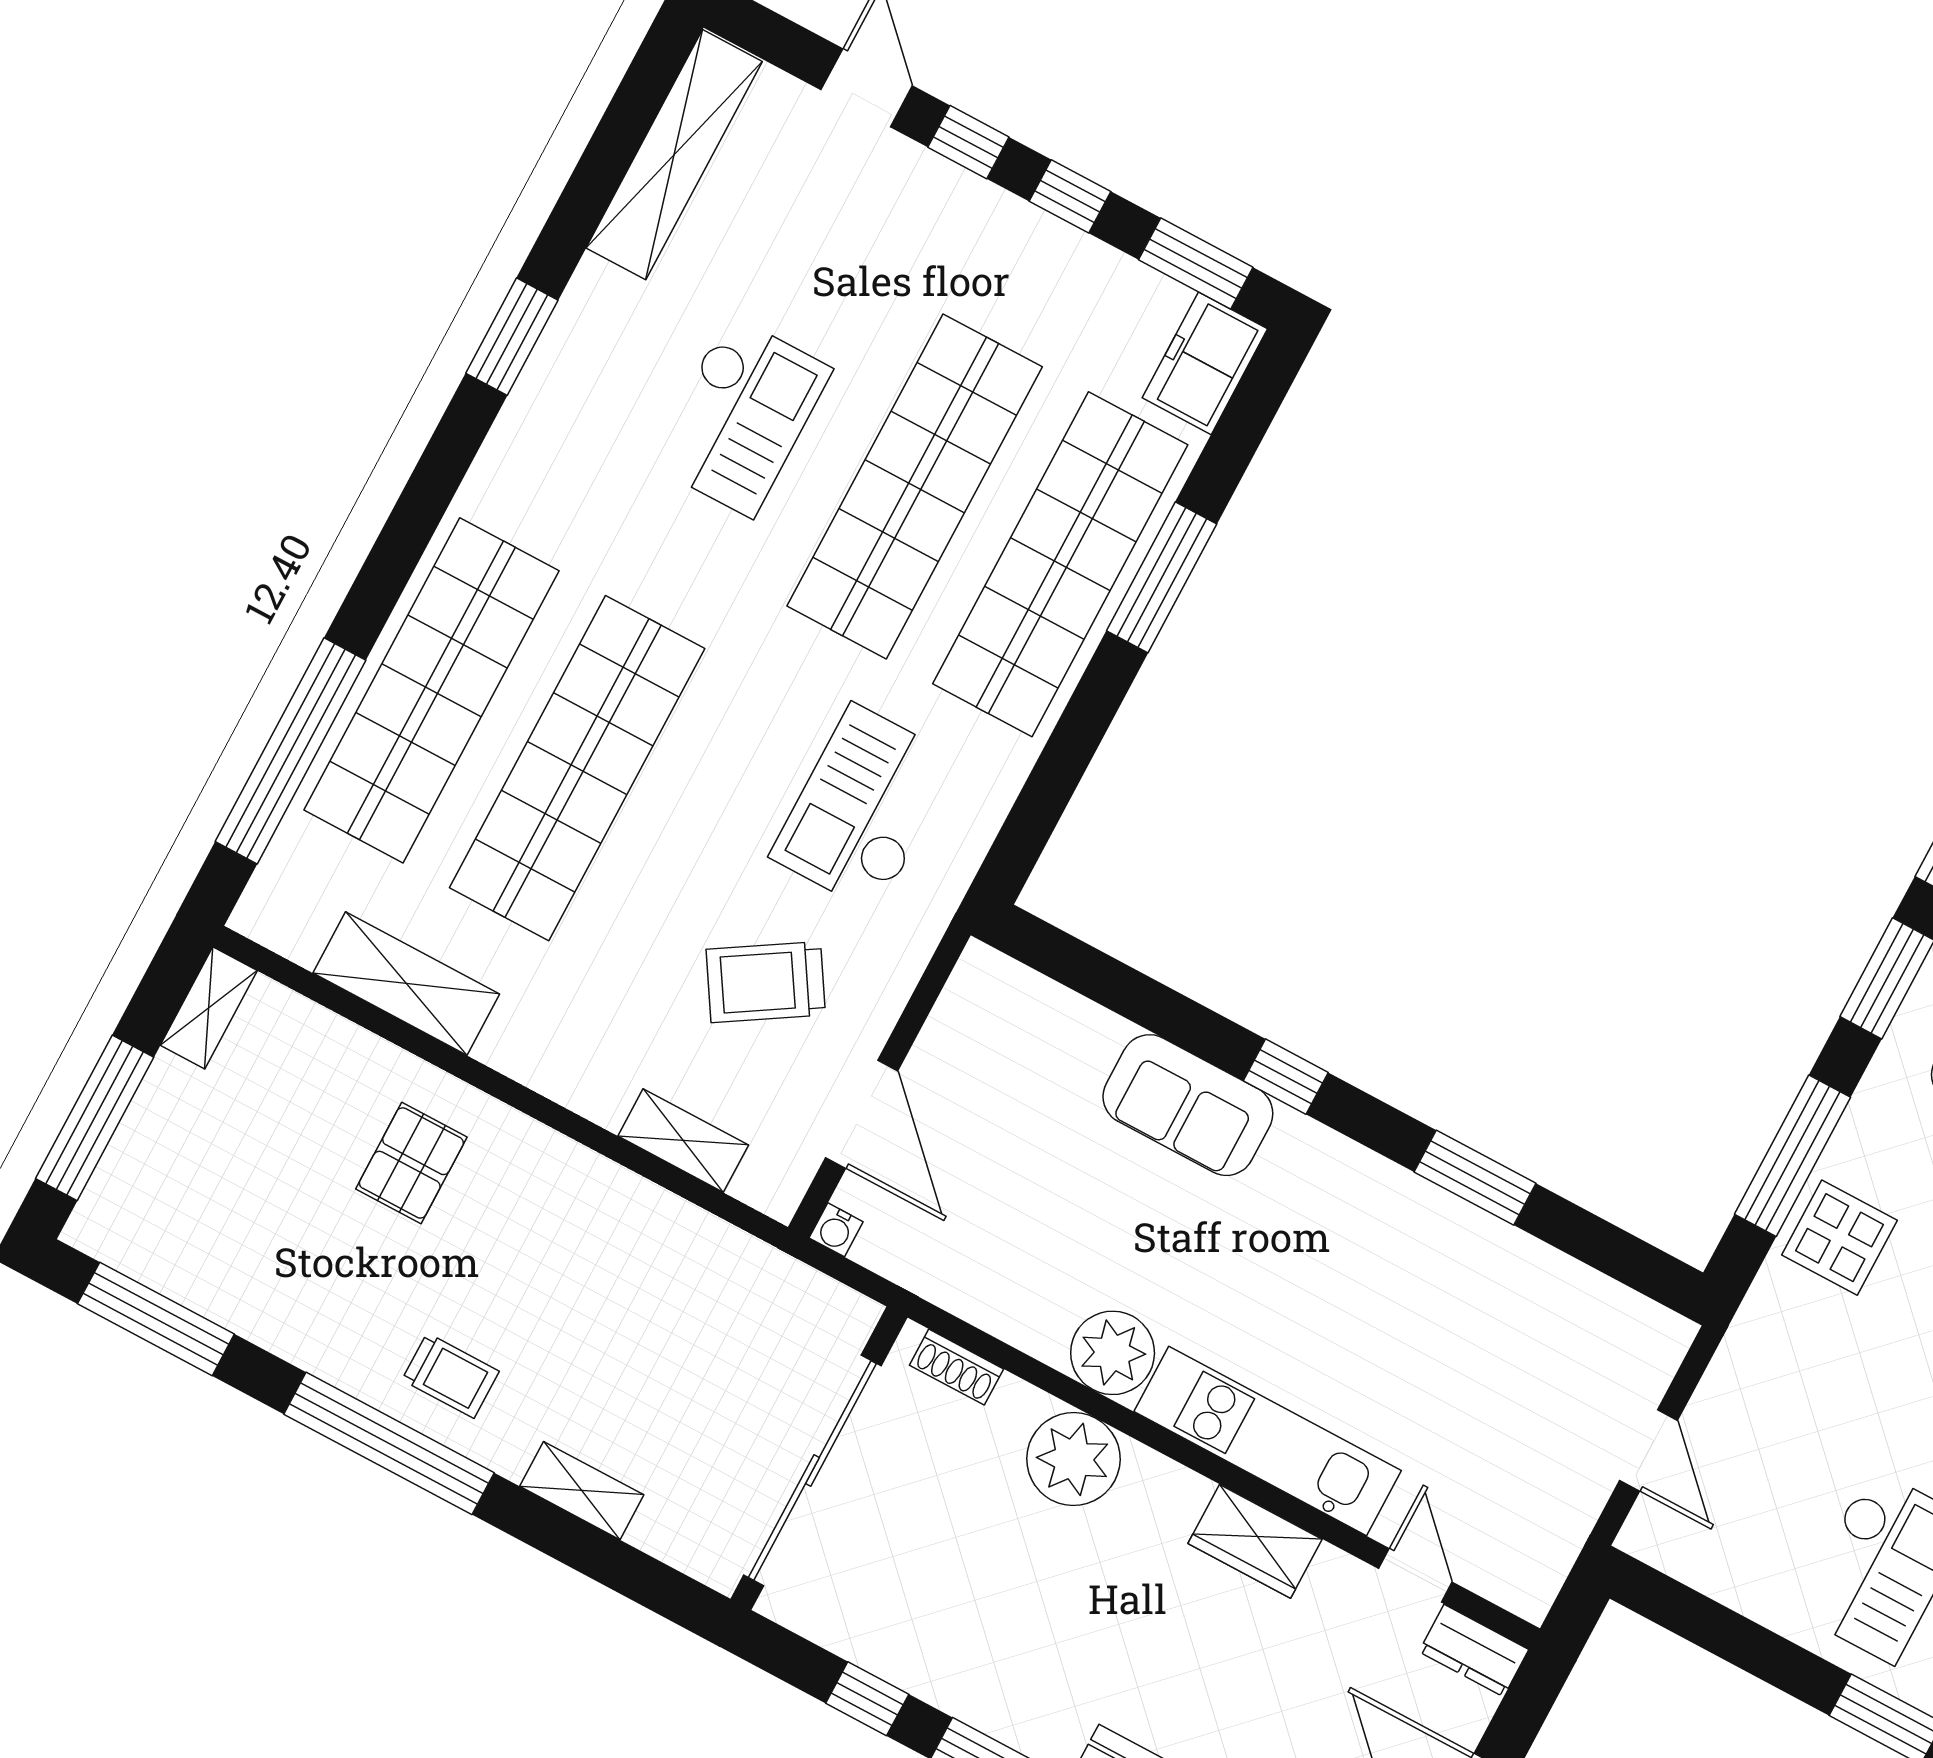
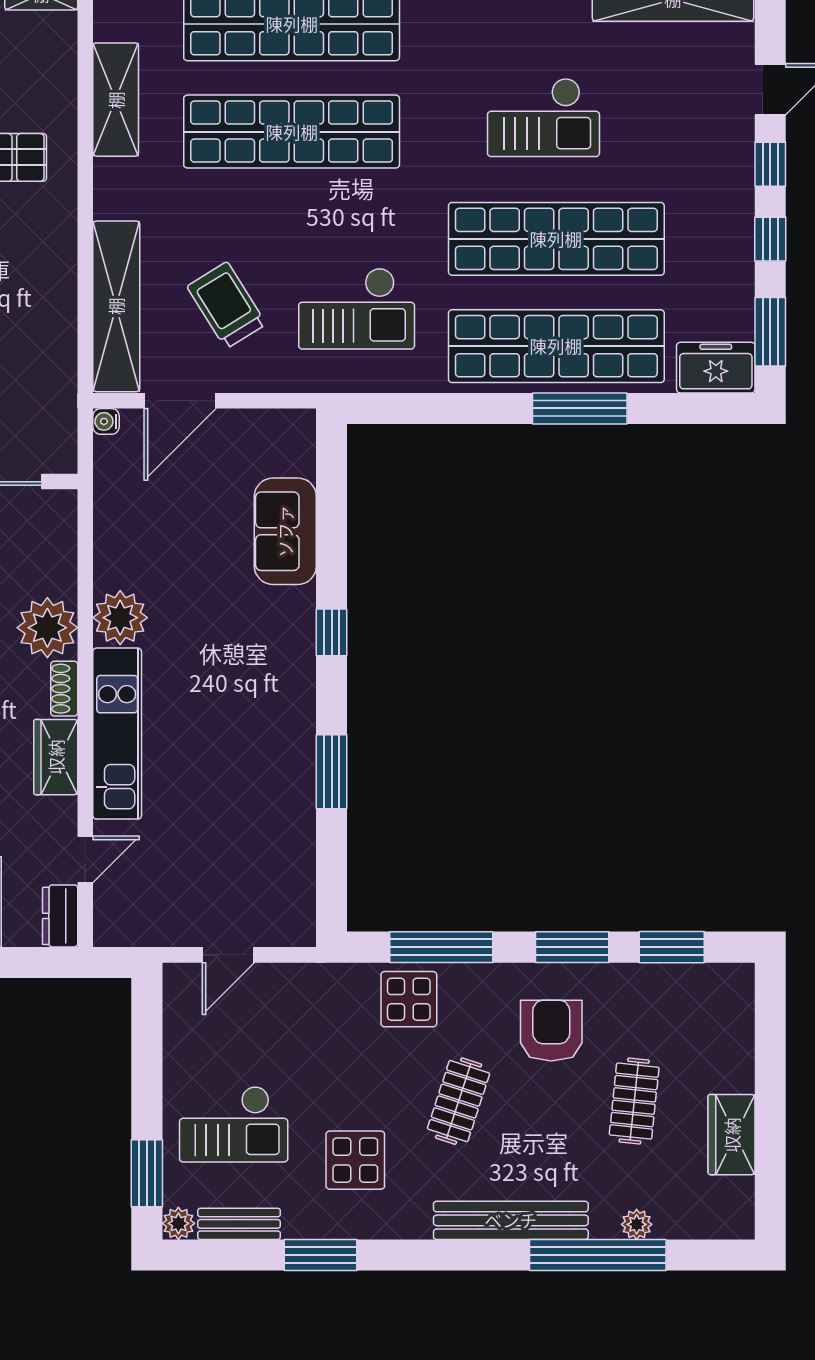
checkout: (864, 808) -> (357, 309), turned 180
sofa: (1188, 1105) -> (285, 531), moved
shelving: (683, 1140) -> (116, 306), width x2.20, depth x1.33
shoe rack: (956, 1367) -> (64, 689), moved

